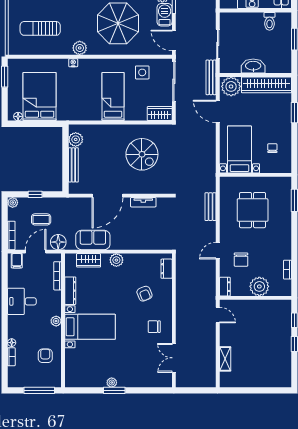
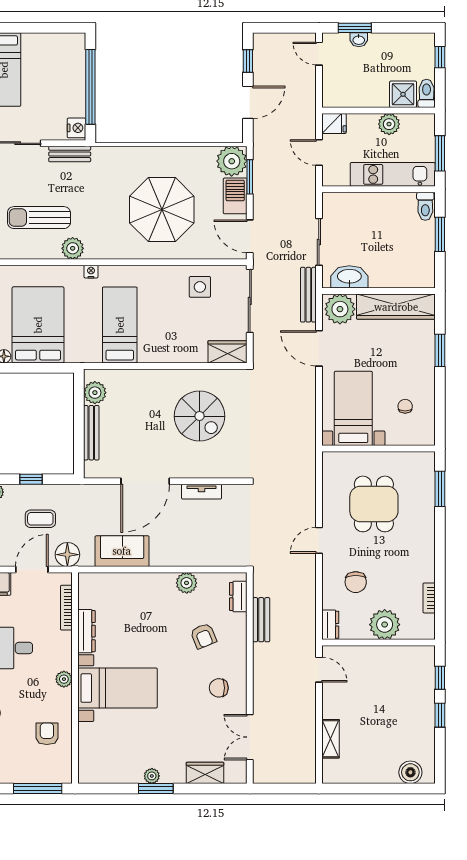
toilet: (269, 21) -> (425, 206), moved
plant: (80, 48) -> (73, 248), moved
washbasin: (253, 66) -> (349, 277), moved
bed: (113, 97) -> (120, 325), moved
bench: (210, 207) -> (261, 620), moved
door: (218, 251) -> (319, 540), moved
wardrobe: (89, 260) -> (205, 773), moved, turned 180
plant: (116, 260) -> (187, 583), moved
boiler: (276, 380) -> (410, 772), added

